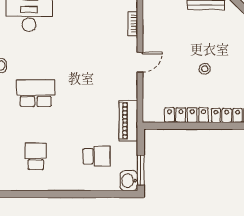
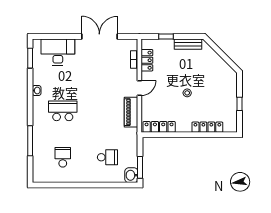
locker: (150, 24) -> (147, 60), added
locker: (187, 115) -> (159, 127), moved
piano: (128, 121) -> (131, 112), moved

